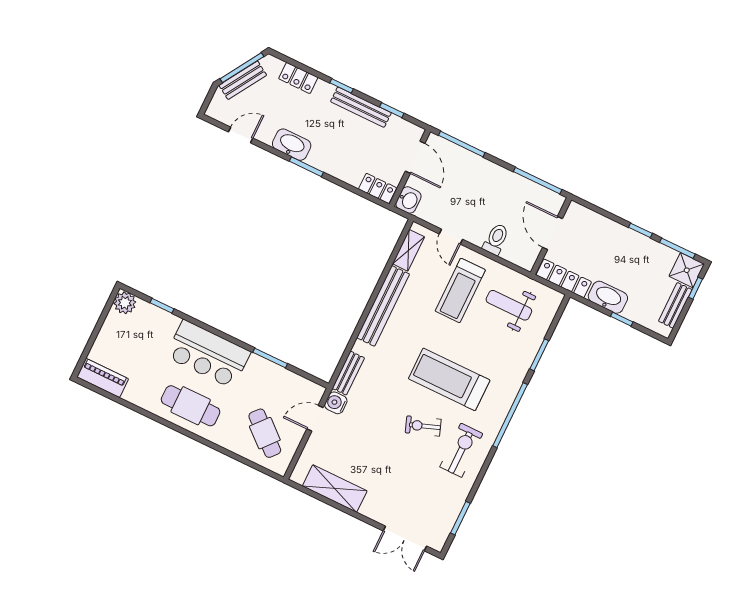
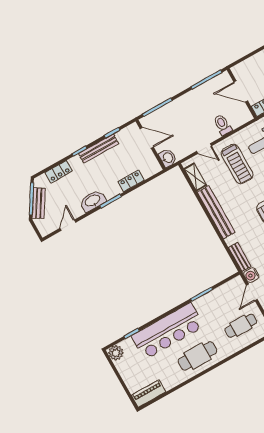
locker: (377, 188) -> (131, 181), moved
bar counter: (208, 354) -> (168, 331), width x1.36
cafe table: (265, 433) -> (241, 326), turned -41

